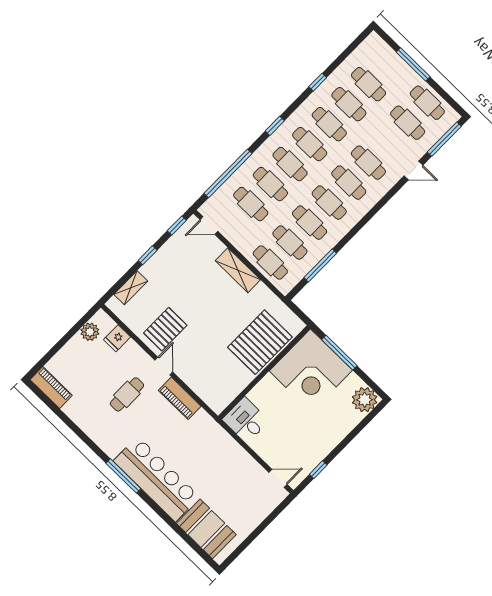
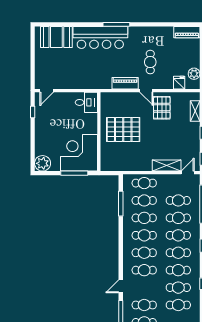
shelving: (238, 270) -> (167, 165), moved
pallet: (260, 342) -> (123, 129), moved, turned 90

